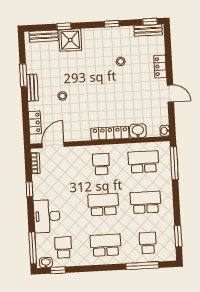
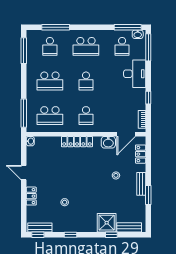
washbasin: (138, 131) -> (108, 142), moved
school desk: (103, 205) -> (86, 81), width x0.54
window: (178, 236) -> (24, 51), width x1.44
window: (58, 270) -> (128, 27), width x2.17

